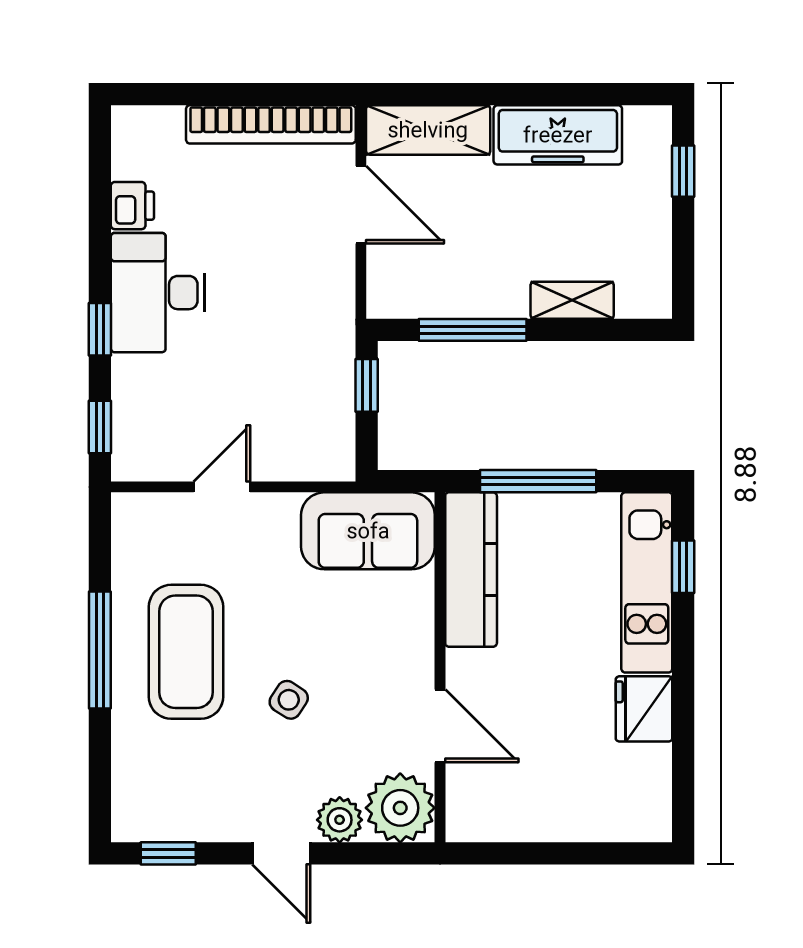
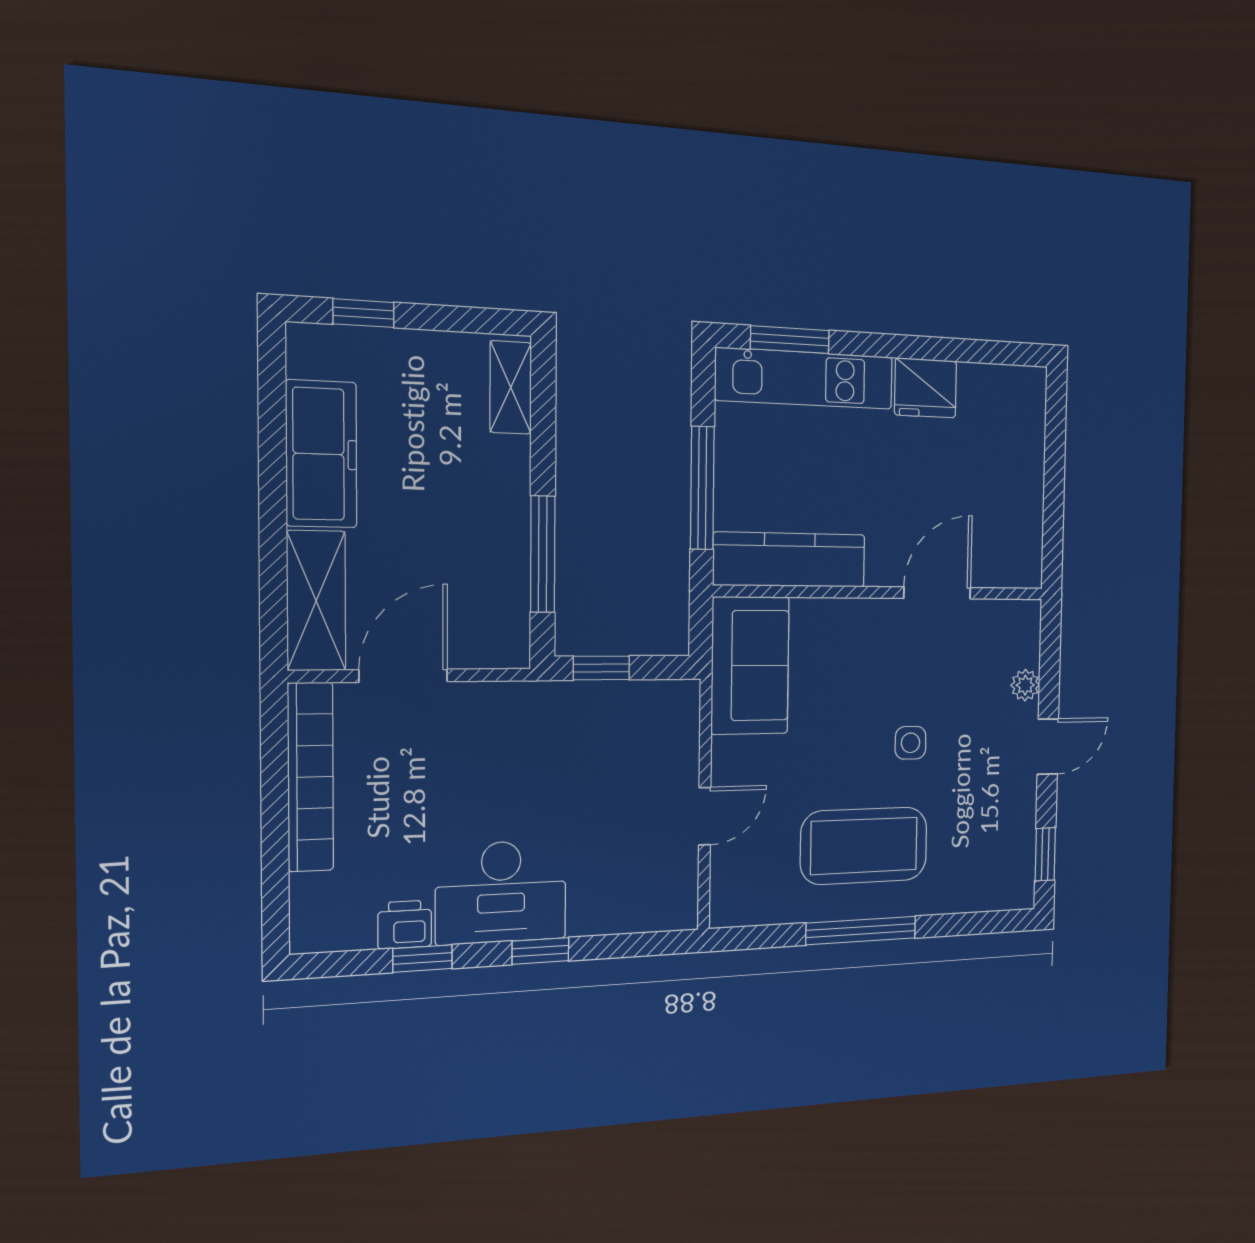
shelving: (572, 300) -> (511, 387), moved
window: (100, 427) -> (423, 959), moved
door: (222, 487) -> (705, 816), swing flipped
window: (683, 567) -> (790, 340), width x1.50
side table: (289, 700) -> (911, 743), turned -33
plant: (400, 808) -> (1011, 632), removed
plant: (340, 820) -> (1025, 685), width x0.73, depth x0.73

